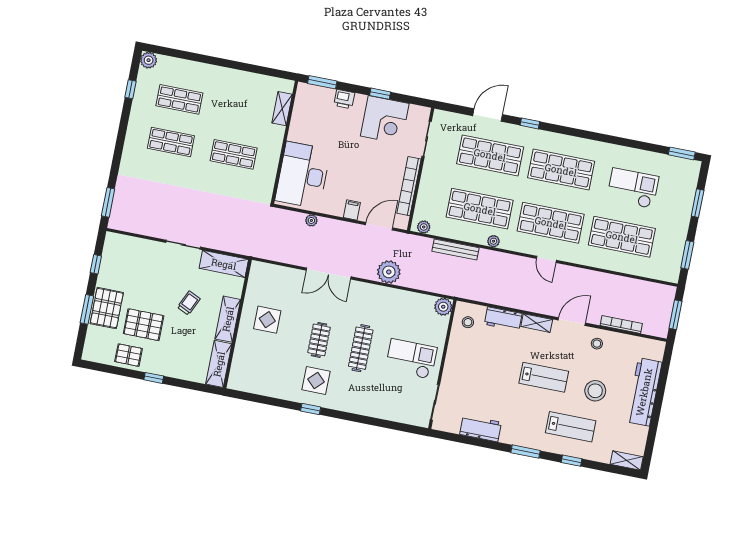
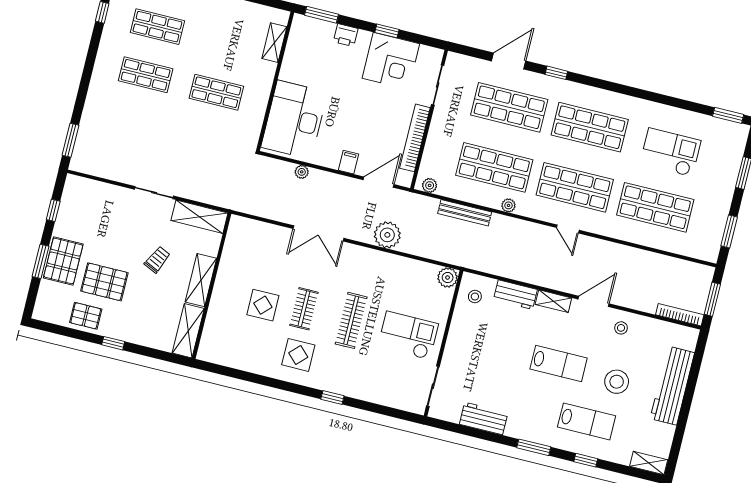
display table: (267, 320) -> (263, 305), moved
bookcase: (621, 324) -> (680, 315), moved
window: (311, 409) -> (332, 397), moved

